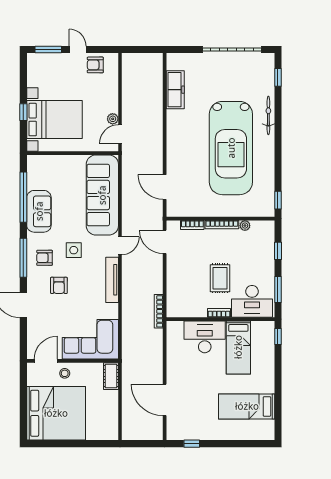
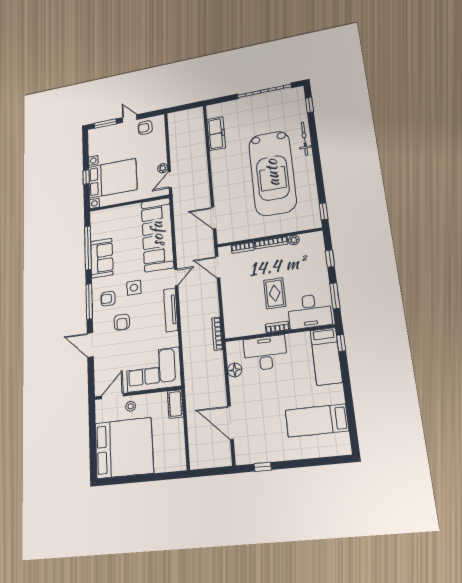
bed: (238, 347) -> (326, 356), moved
floor lamp: (173, 350) -> (235, 370), added

